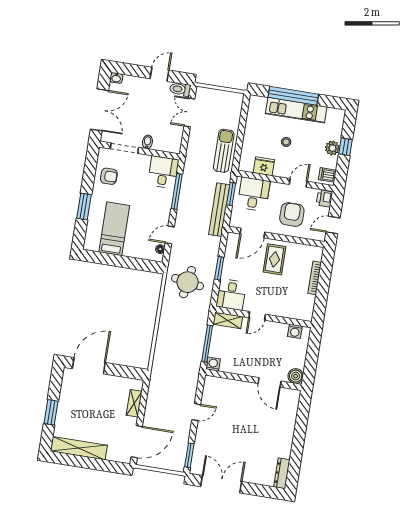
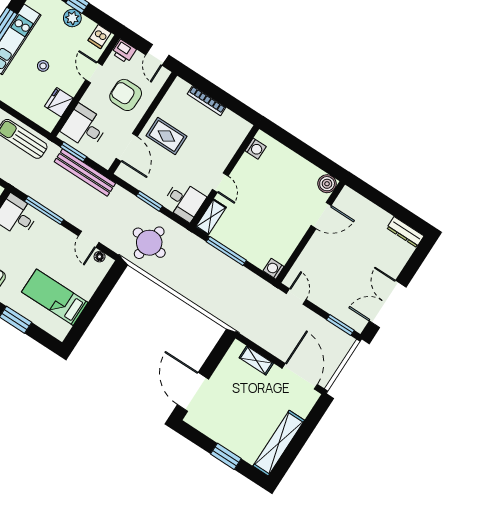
washing machine: (213, 364) -> (274, 269), moved
boiler: (296, 376) -> (327, 184), moved
wall: (253, 380) -> (310, 232), moved
door: (270, 382) -> (321, 215), moved

